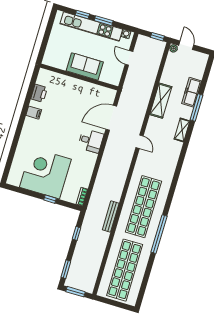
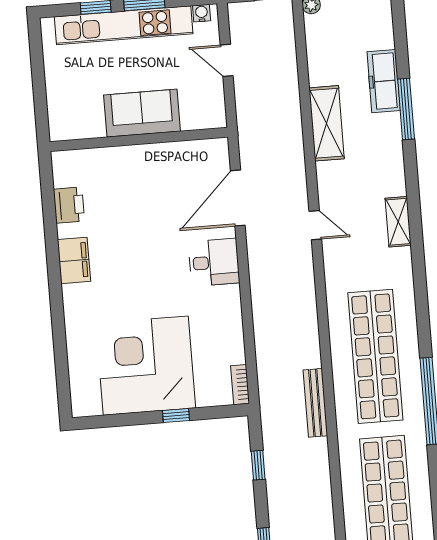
filing cabinet: (34, 113) -> (74, 260), width x2.00
shelving: (182, 130) -> (398, 222), moved

